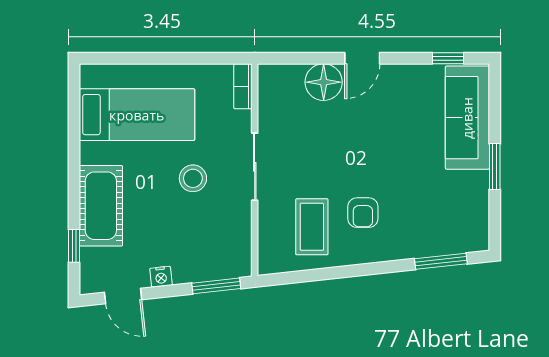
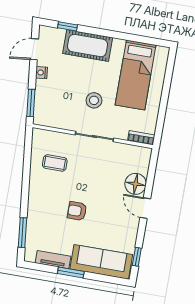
tv unit: (478, 201) -> (53, 260), added
armchair: (363, 213) -> (77, 211), moved
coffee table: (312, 227) -> (55, 163), width x0.73, depth x0.77

